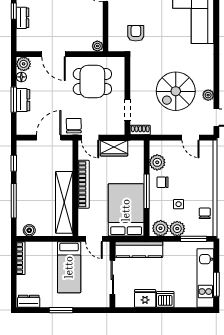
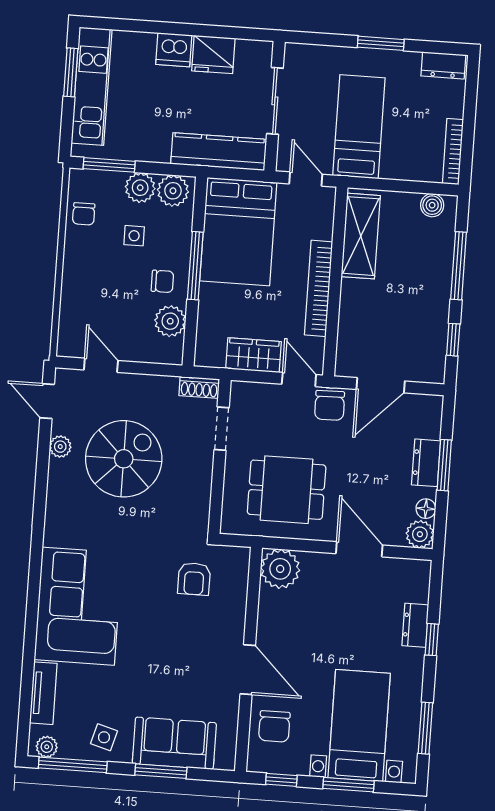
plant: (97, 46) -> (280, 569), width x1.87, depth x1.87
shelving: (64, 202) -> (361, 236), width x0.68

